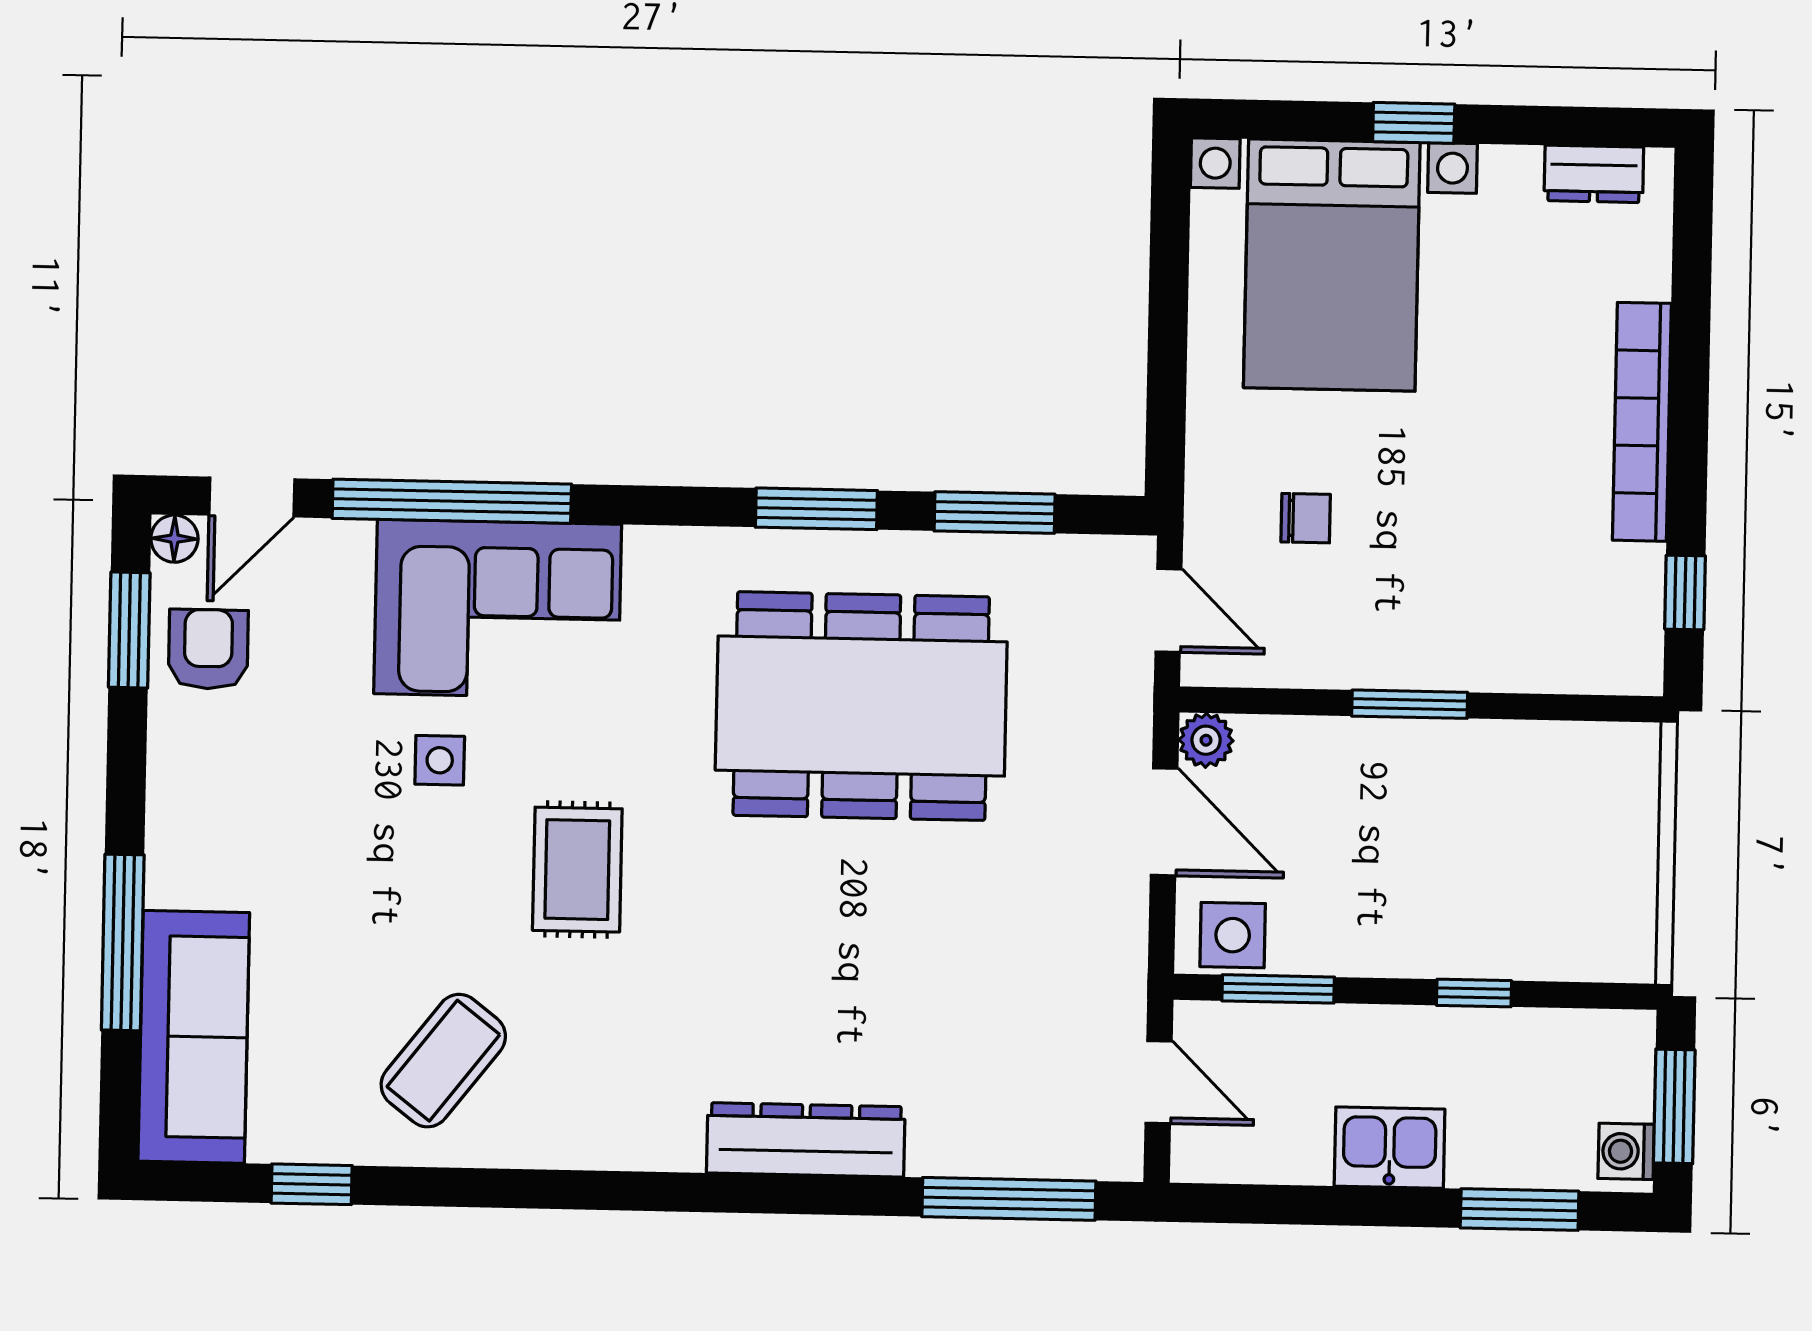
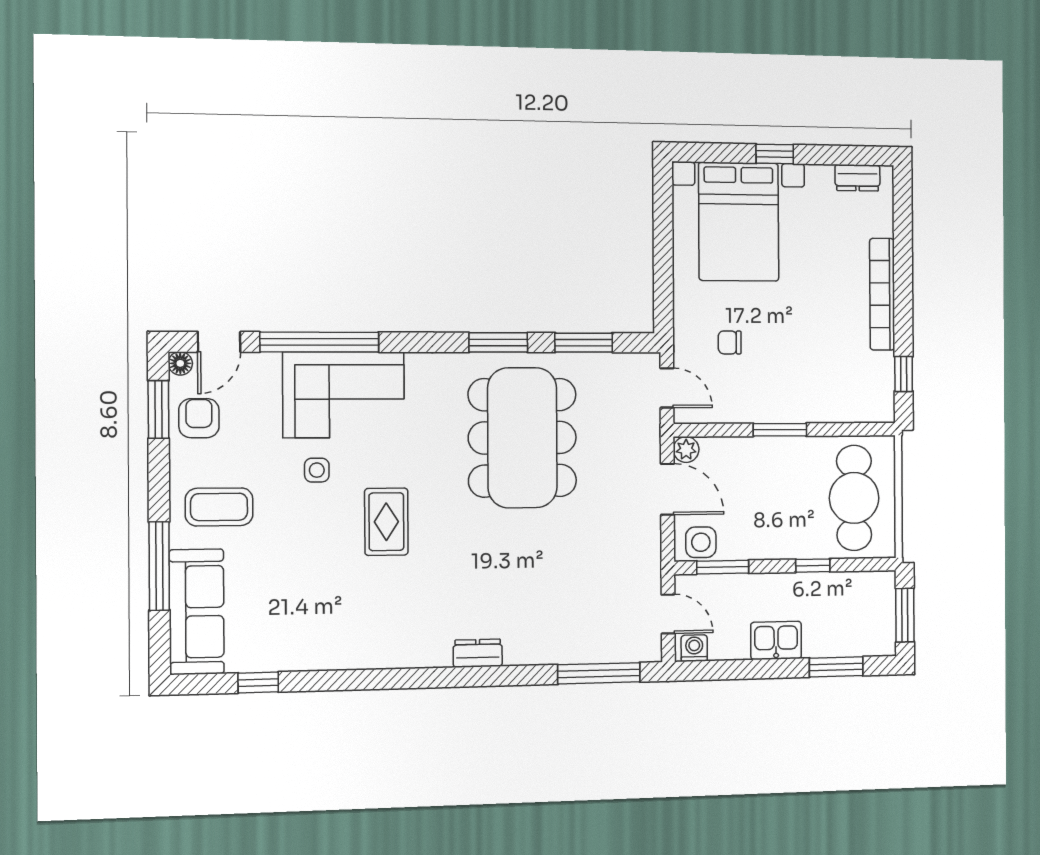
chair: (1306, 518) -> (730, 342), turned 180
dining table: (861, 706) -> (522, 438), turned 90
cafe table: (1568, 853) -> (854, 498), added
coffee table: (443, 1061) -> (219, 507), moved, turned 52
dresser: (806, 1140) -> (478, 653), width x0.51, depth x0.80
washing machine: (1626, 1151) -> (694, 648), moved, turned 90

